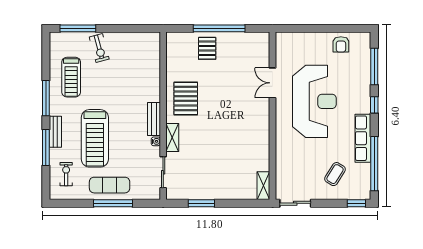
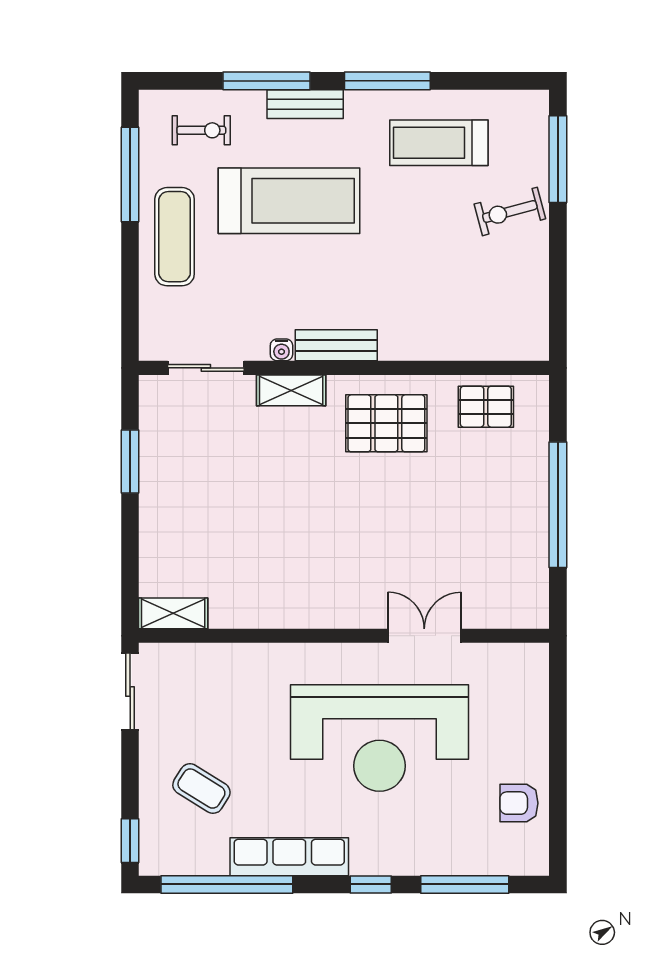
pallet: (207, 48) -> (486, 407), moved
treadmill: (95, 138) -> (289, 201), turned 180
window: (113, 203) -> (130, 174), moved

